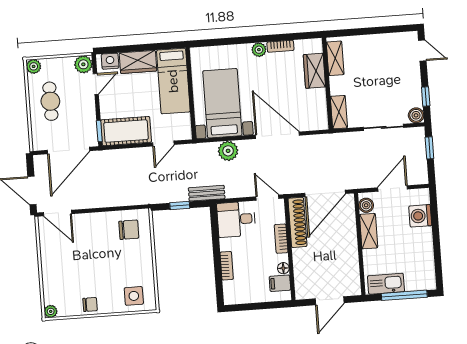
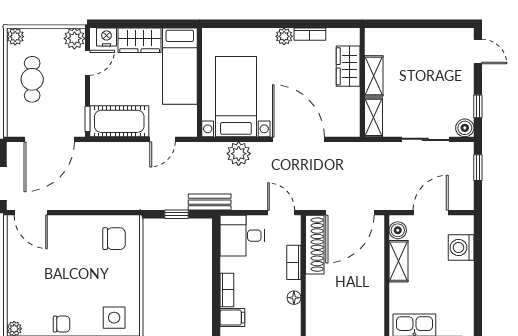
shelving: (335, 58) -> (374, 76), moved
filing cabinet: (280, 283) -> (232, 318), moved, turned 180

